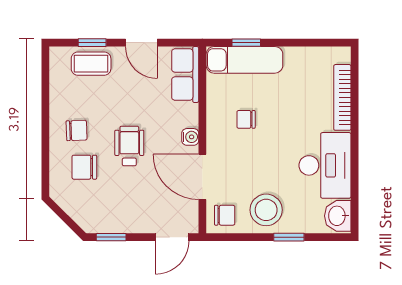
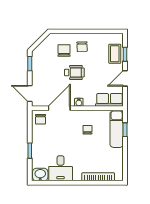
desk: (325, 165) -> (61, 168), width x0.73
stool: (266, 210) -> (43, 140), removed

